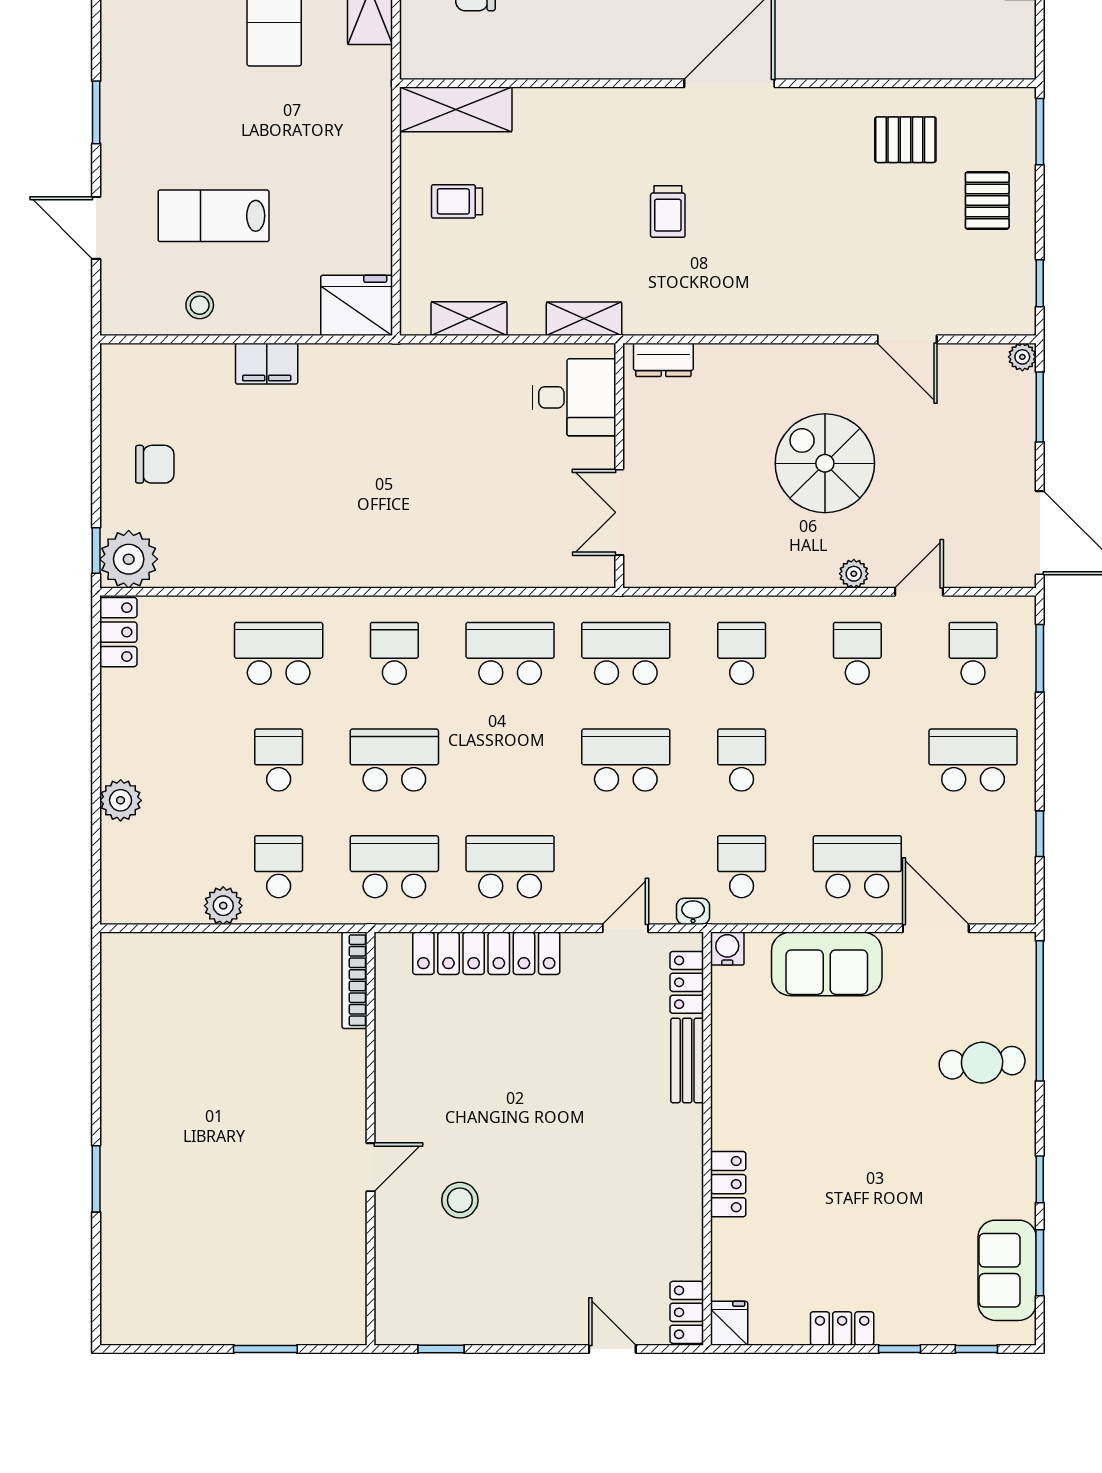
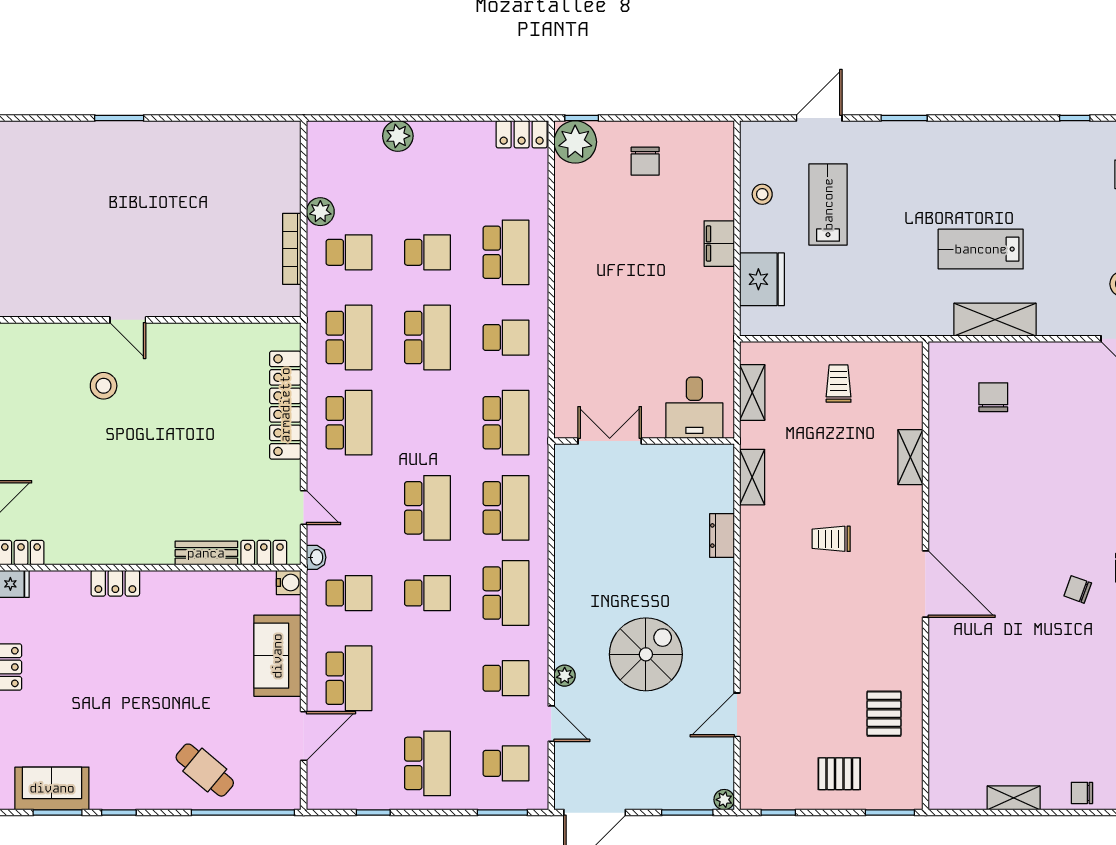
shelving: (456, 109) -> (910, 457), moved, width x0.67, depth x0.75
fridge: (357, 305) -> (762, 279), moved
desk: (574, 397) -> (694, 408), moved
wall: (619, 466) -> (644, 441), moved
double door: (619, 512) -> (610, 441), moved
school desk: (742, 653) -> (506, 593), width x1.85
bookcase: (354, 980) -> (292, 249), moved, turned -90
cafe table: (982, 1063) -> (205, 770), turned -46

